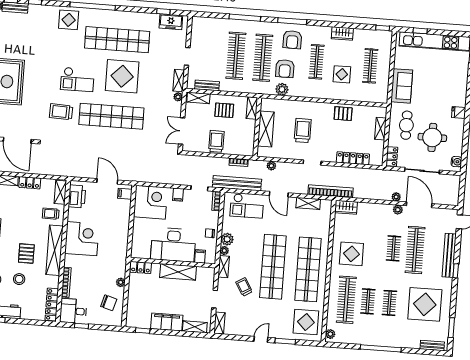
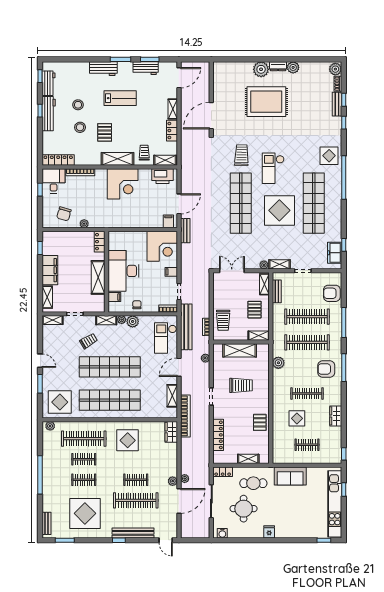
clothes rail: (370, 66) -> (307, 445), width x0.73
armchair: (285, 69) -> (332, 293), moved
trolley: (216, 141) -> (223, 320), moved, turned 90
bench: (136, 177) -> (185, 231), added
shelving: (55, 250) -> (117, 159), width x0.68
pallet: (26, 254) -> (105, 132), turned 90

